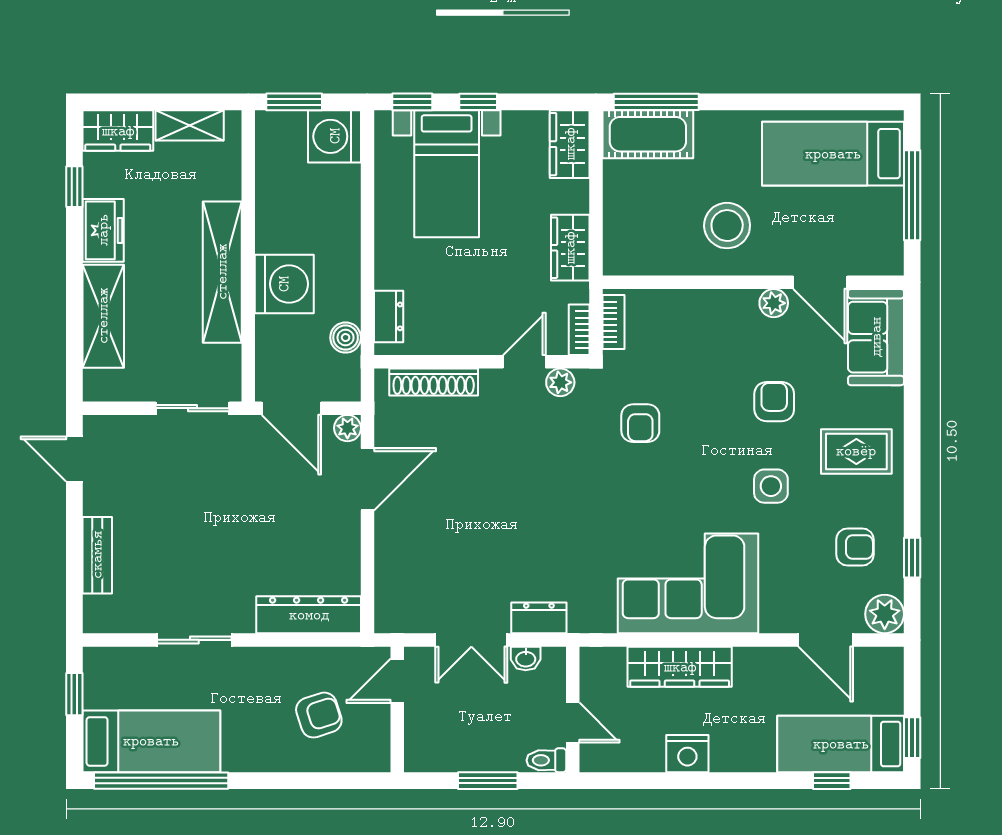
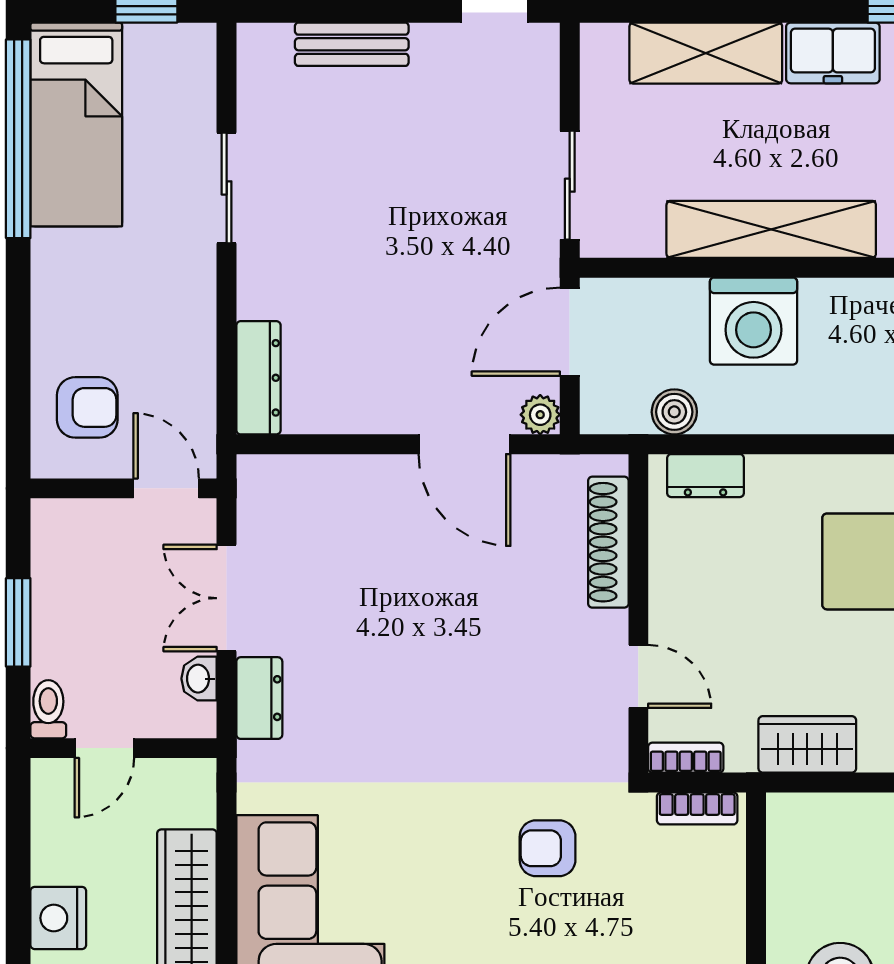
plant: (560, 382) -> (608, 730), removed
dresser: (309, 615) -> (258, 378), width x0.73, depth x0.80
armchair: (319, 715) -> (87, 407), moved, turned -72

